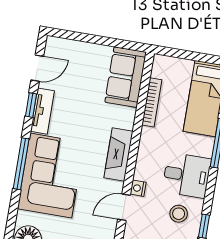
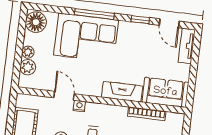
tv unit: (42, 111) -> (187, 46), moved, turned 90
fireplace: (118, 154) -> (122, 92), moved

